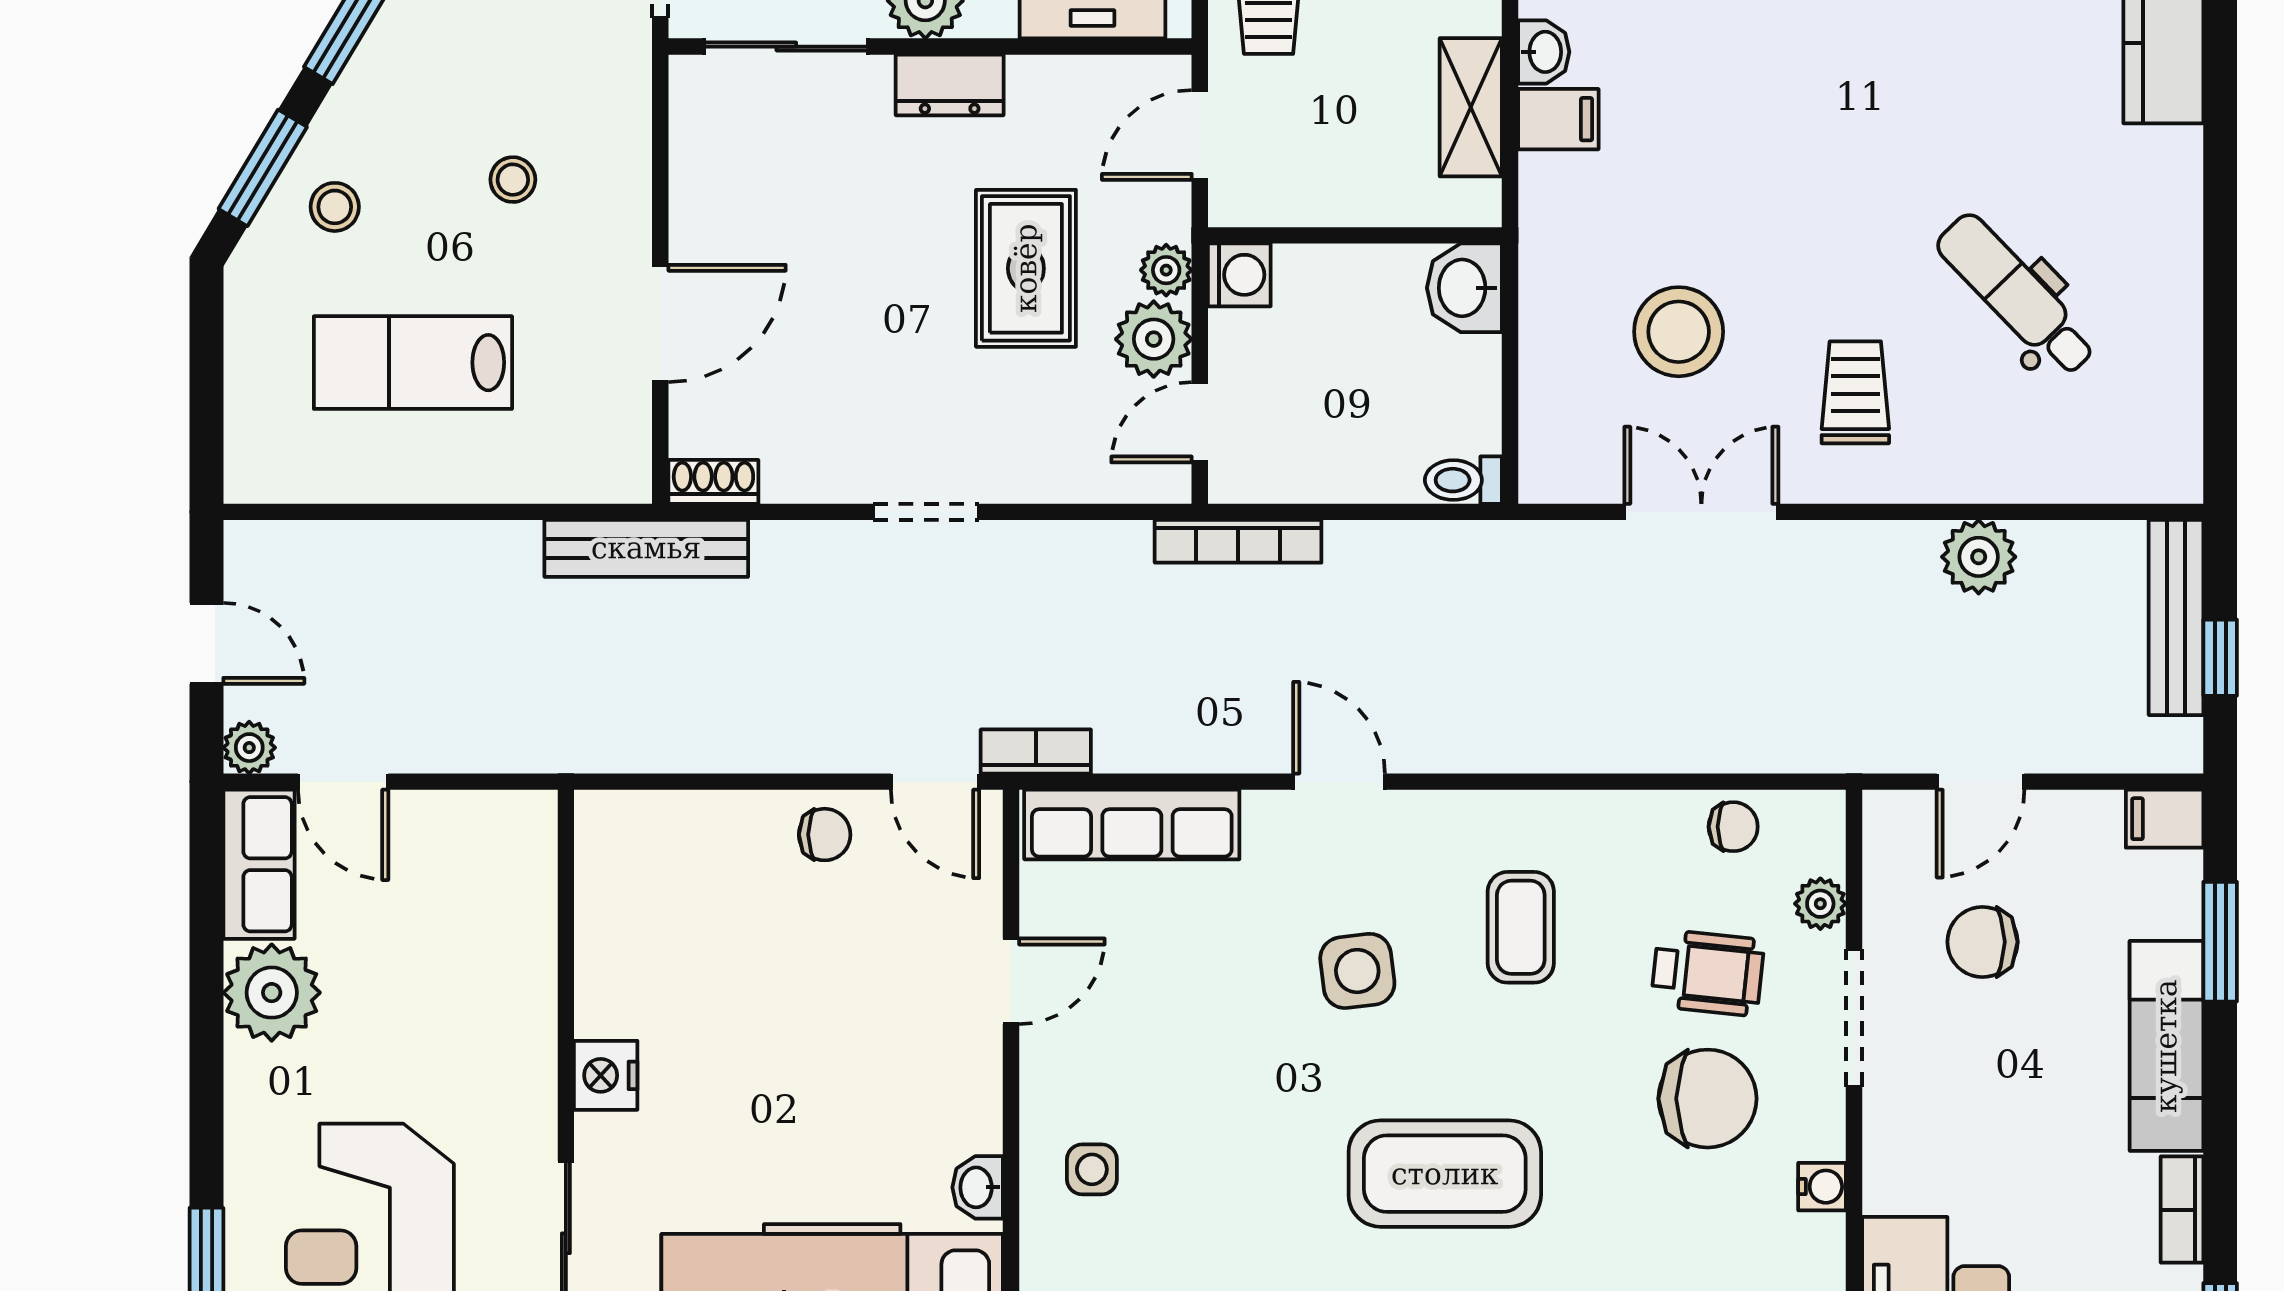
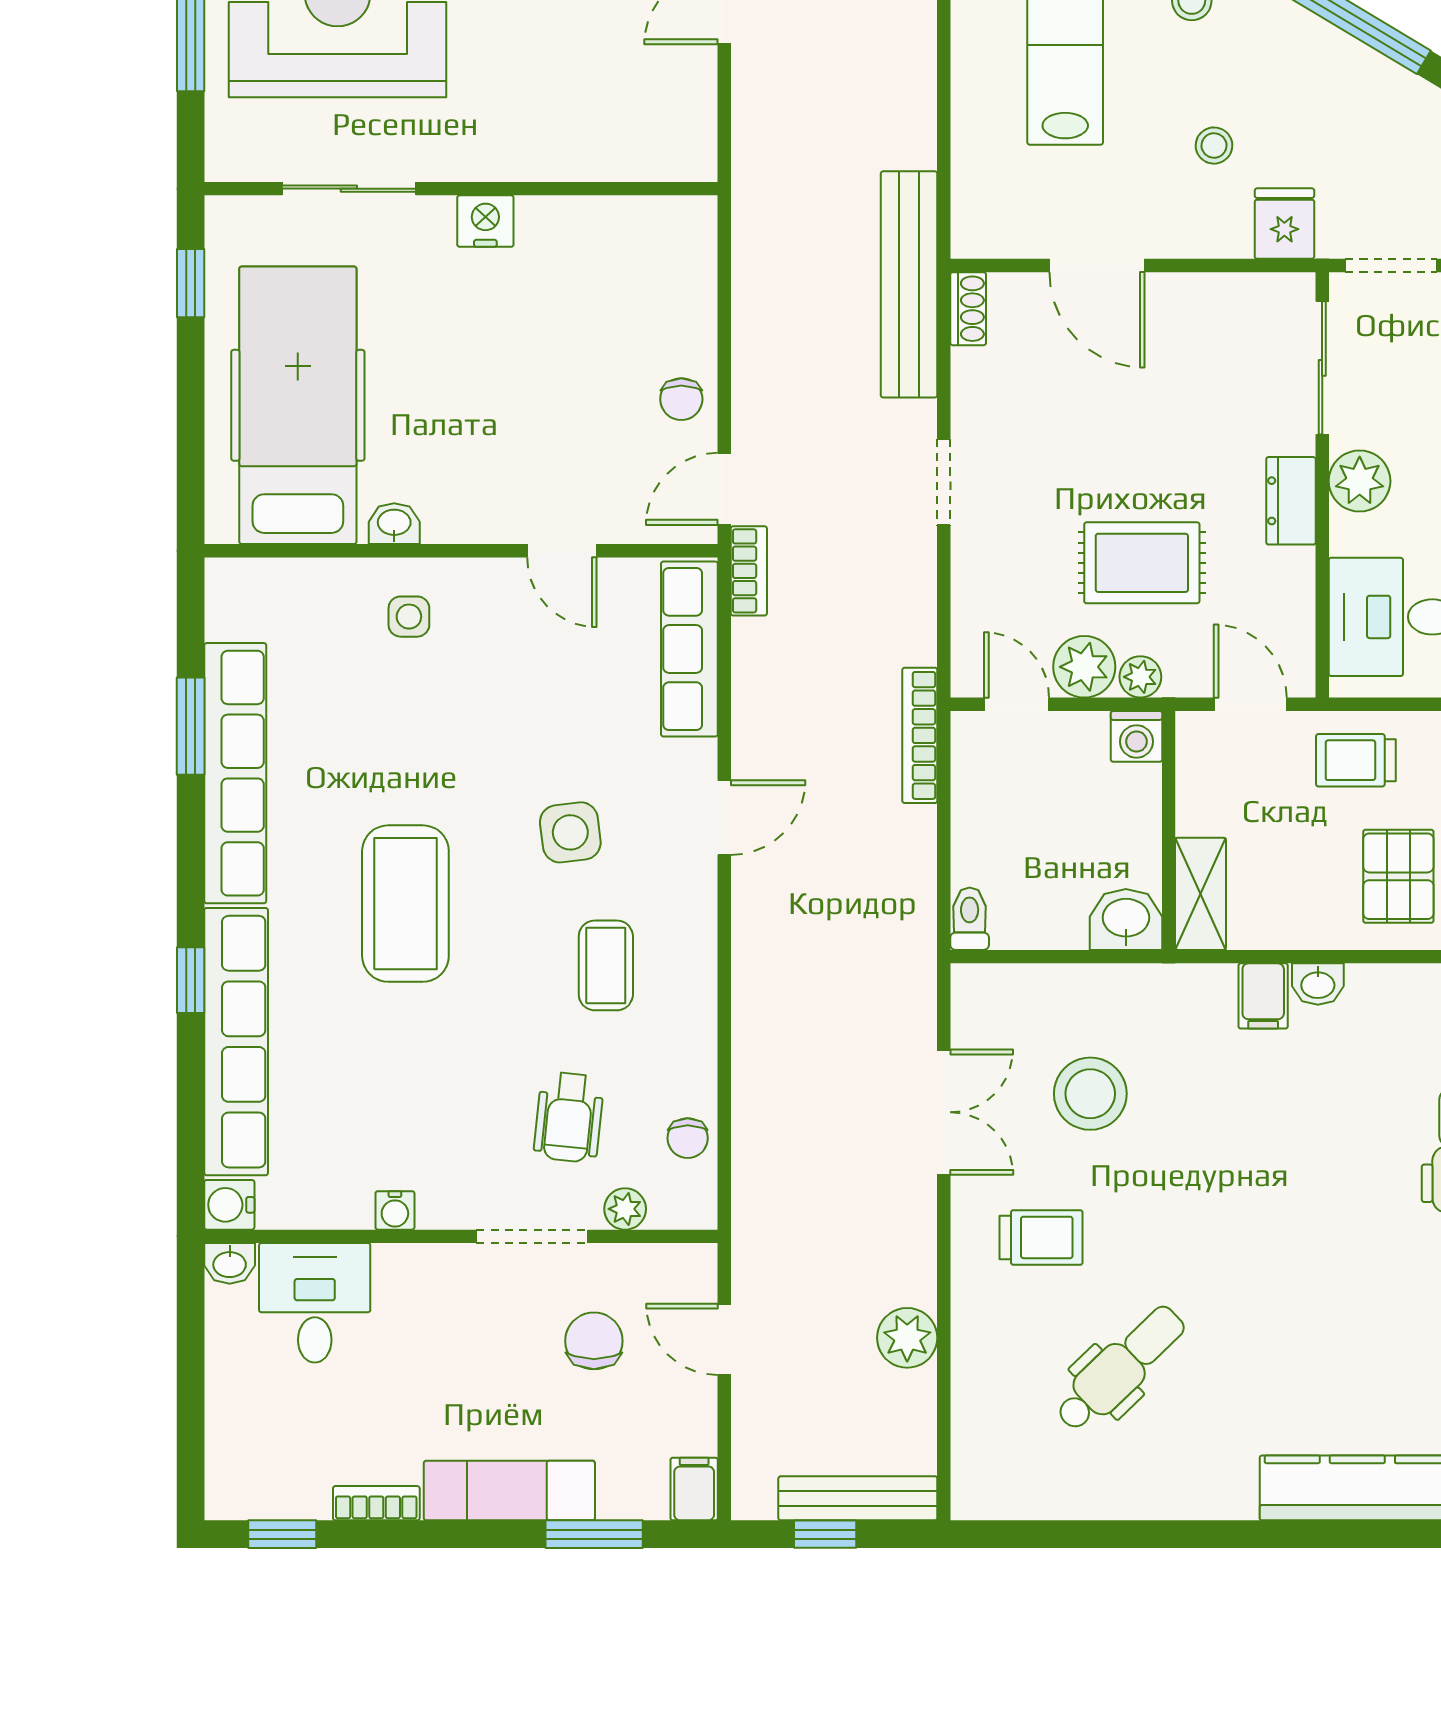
fridge: (609, 93) -> (1284, 224), added
shelving: (1471, 107) -> (1201, 894), moved, turned 90
bench: (646, 548) -> (909, 284), width x1.37, depth x1.21
coffee table: (1521, 927) -> (606, 965), turned 90
chair: (1708, 1099) -> (467, 1117), removed

